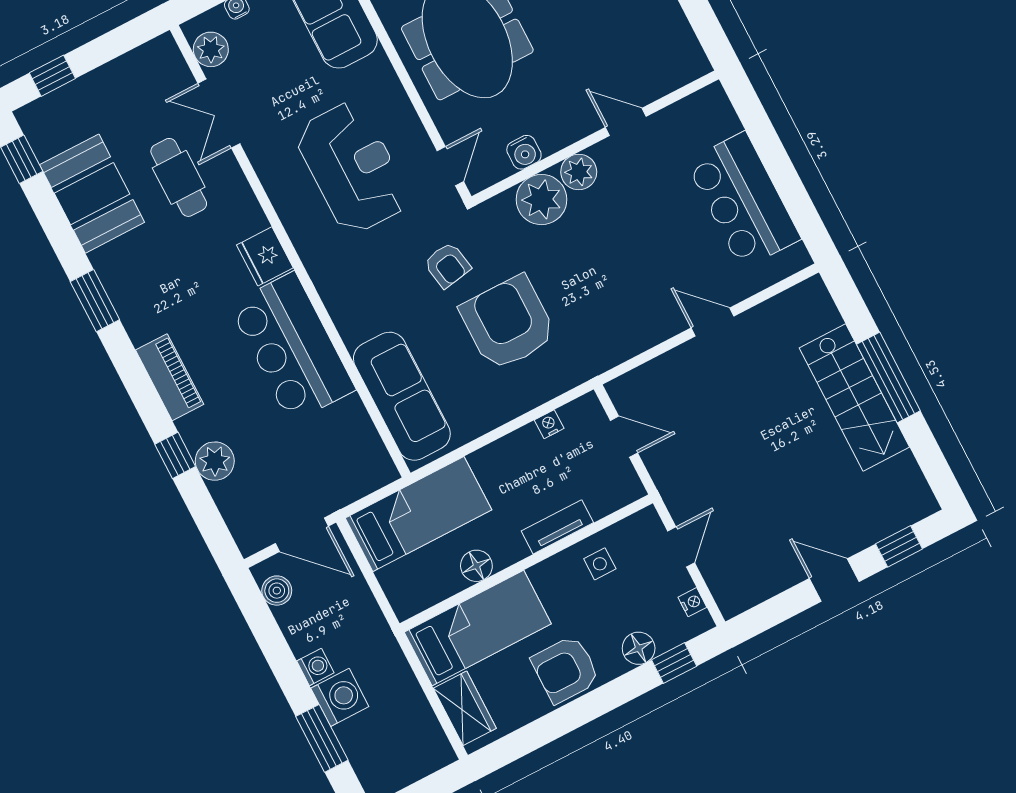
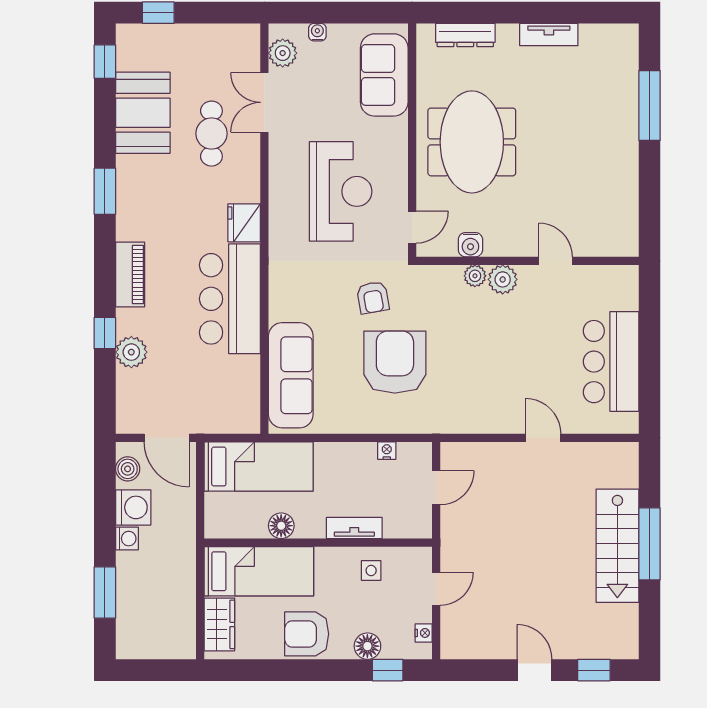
plant: (541, 200) -> (475, 276), width x0.53, depth x0.53
door: (624, 437) -> (436, 488), hinge flipped
washing machine: (340, 697) -> (133, 507), moved

